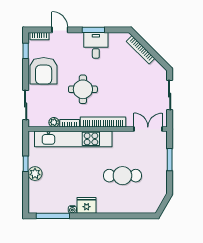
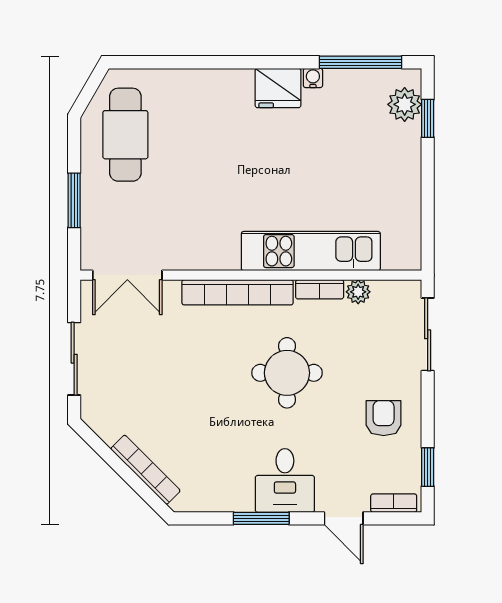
desk: (96, 45) -> (285, 480), moved
armchair: (44, 71) -> (384, 418), width x0.53, depth x0.53
kitchen unit: (73, 139) -> (311, 251), width x0.73
window: (26, 164) -> (428, 118), moved
plant: (35, 174) -> (405, 104), moved
cafe table: (122, 176) -> (125, 135), moved, turned 90

